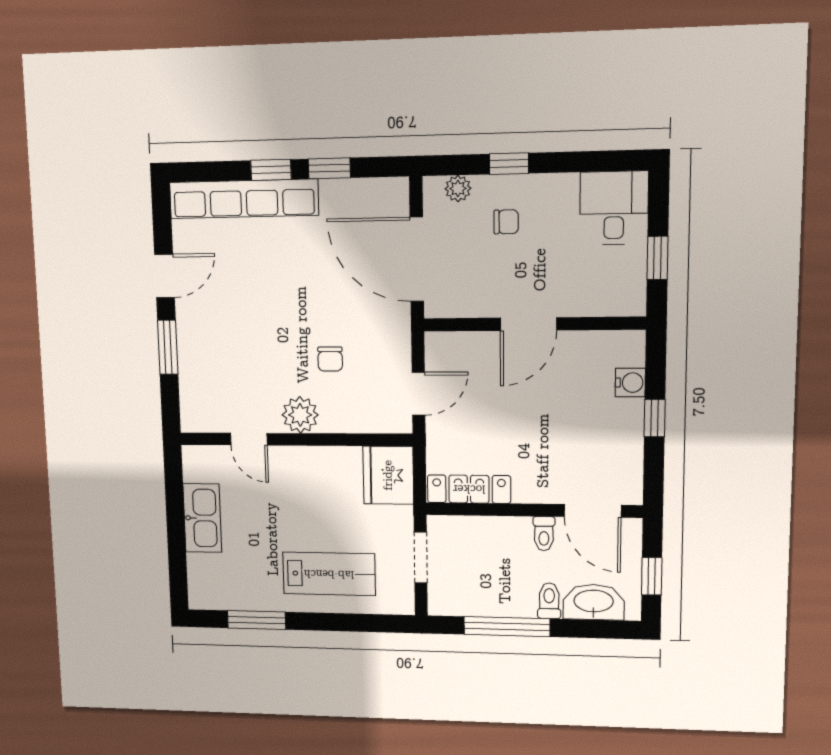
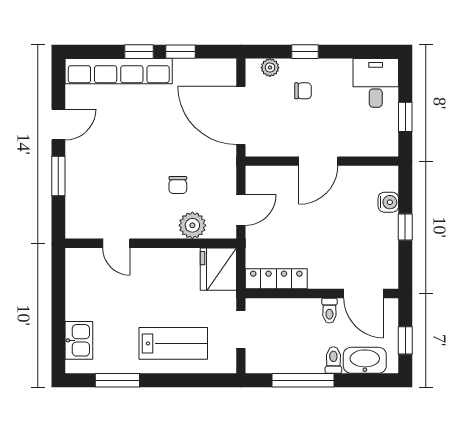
plant: (300, 415) -> (192, 225), moved
kitchen sink: (202, 518) -> (79, 340), moved, width x0.73

